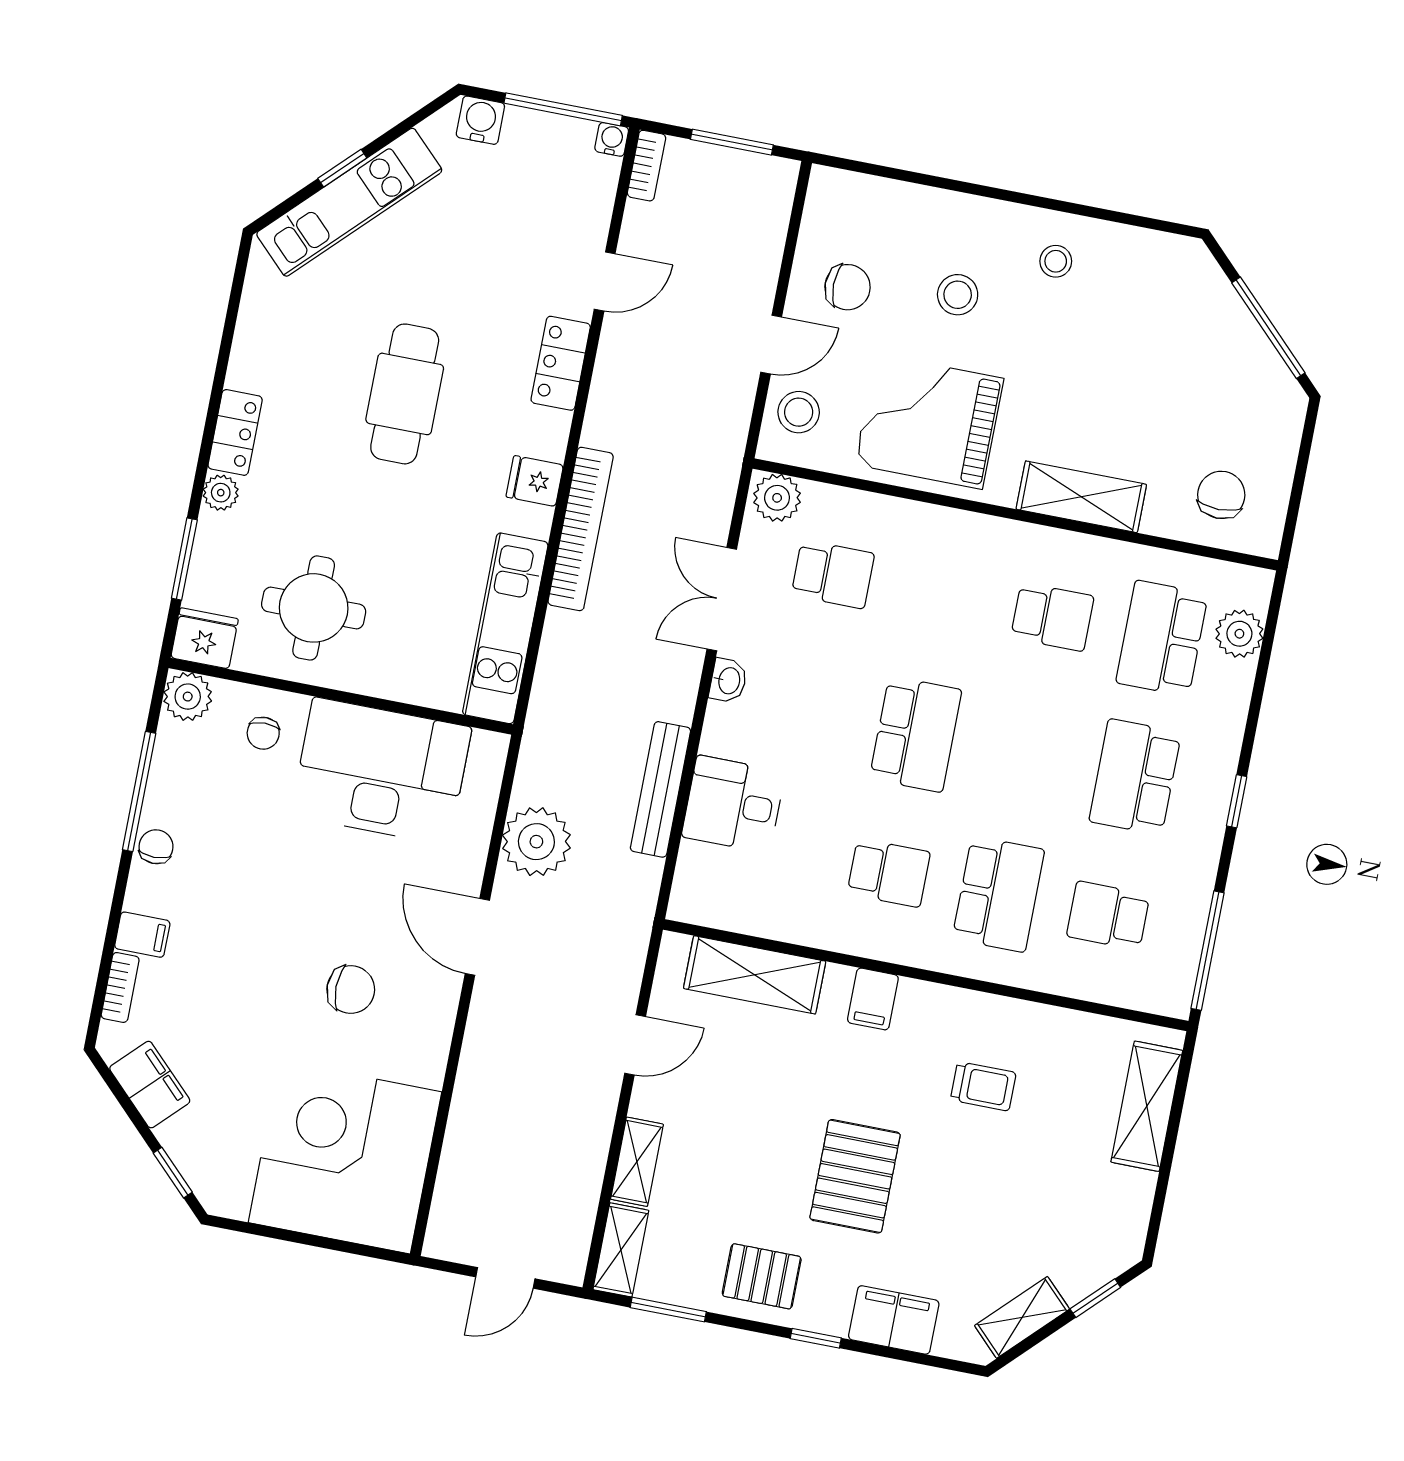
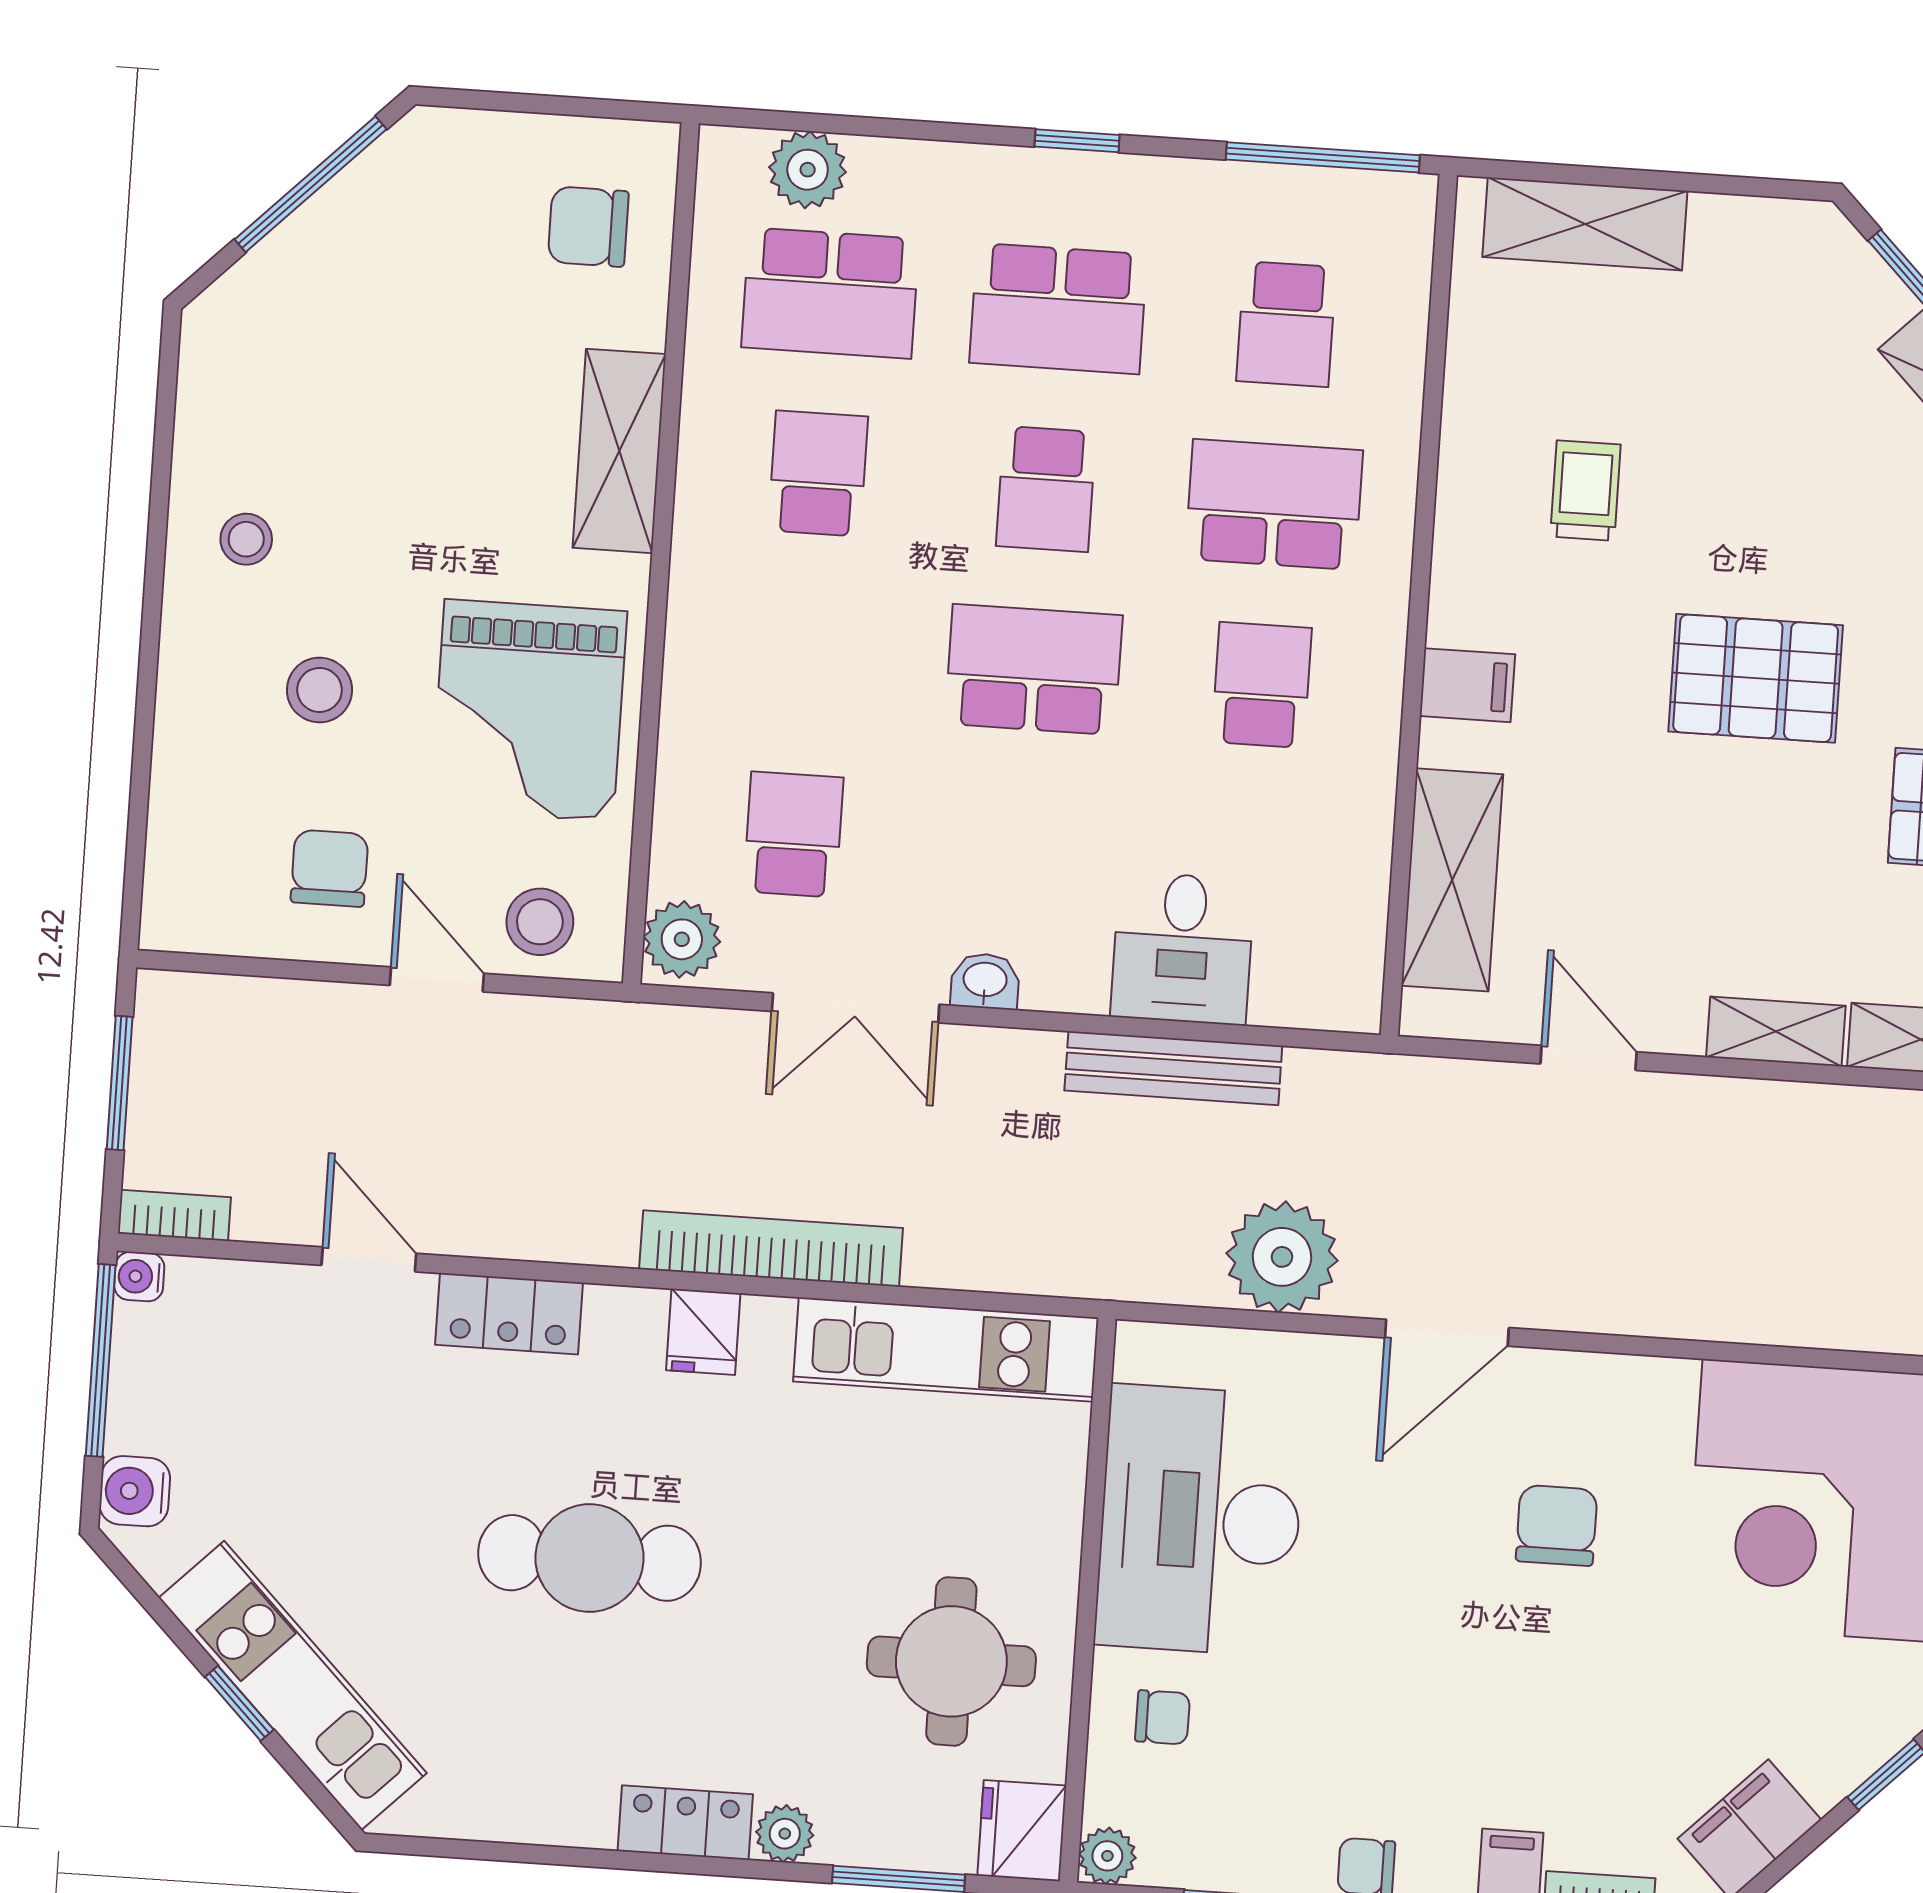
plant: (188, 697) -> (1107, 1856), width x0.73, depth x0.73
school desk: (1025, 756) -> (1046, 489), added

